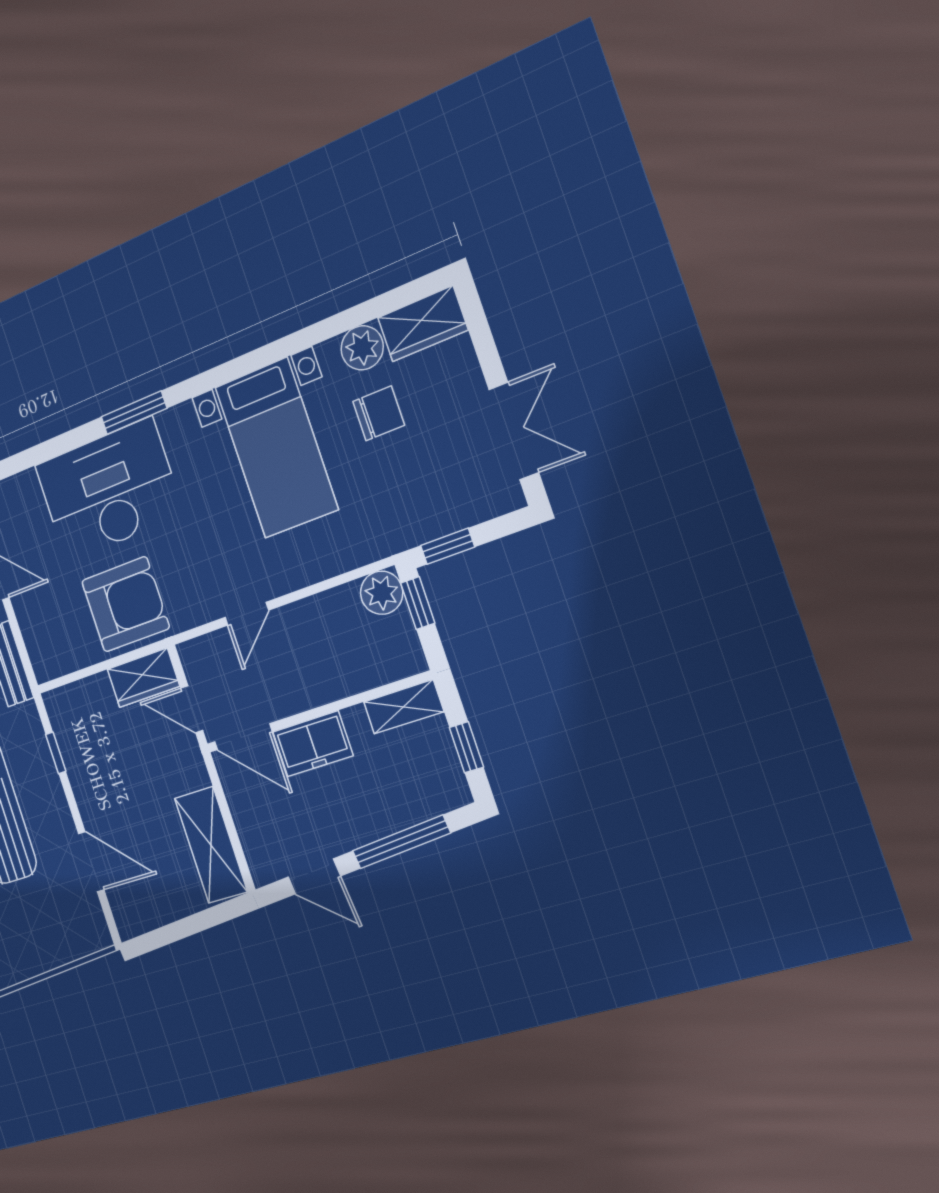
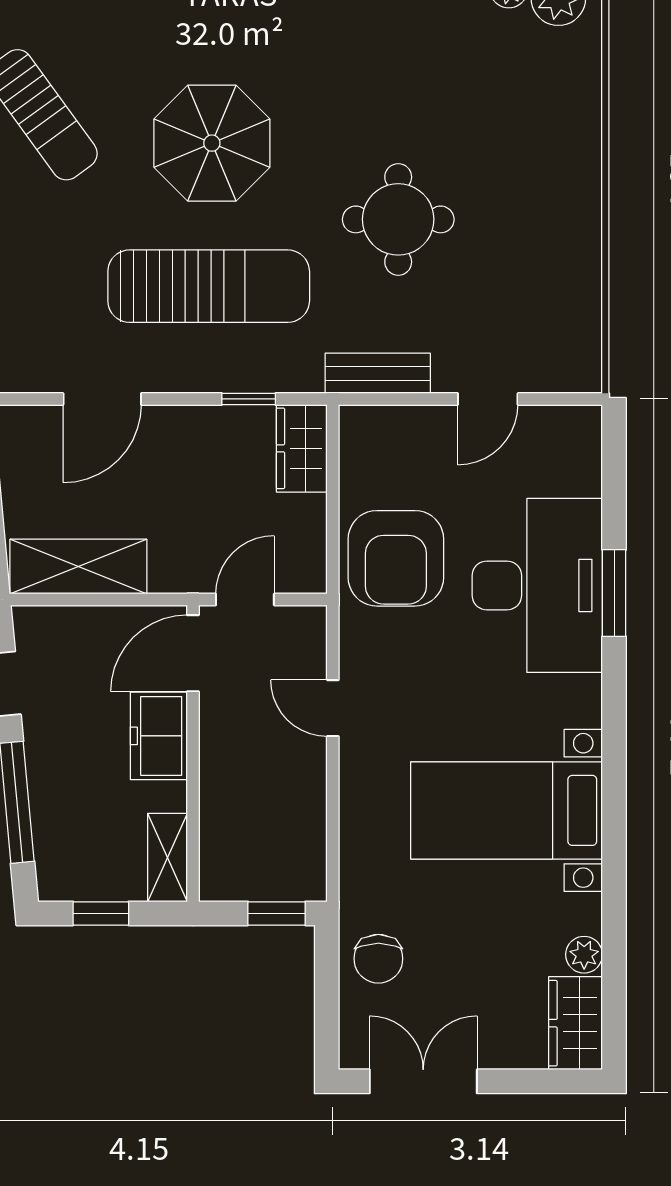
plant: (362, 348) -> (584, 955), width x0.73, depth x0.73
window: (134, 413) -> (614, 593), moved
chair: (379, 413) -> (378, 959), moved
double door: (514, 431) -> (423, 1081), swing flipped
window: (448, 546) -> (327, 968), removed
plant: (382, 593) -> (302, 876), removed
wardrobe: (143, 678) -> (302, 448), moved

